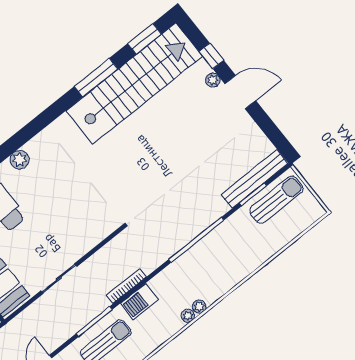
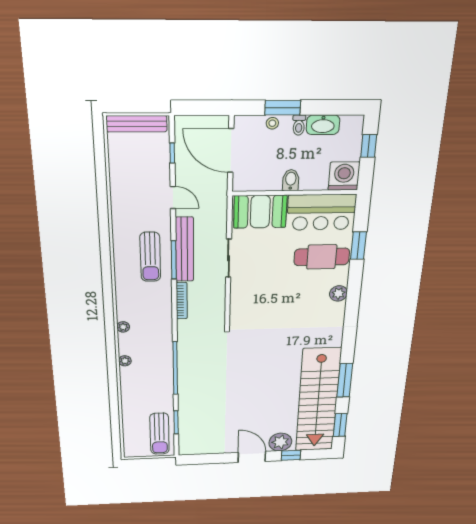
plant: (213, 80) -> (280, 442), width x1.87, depth x1.87
door: (240, 92) -> (252, 457), swing flipped
bench: (255, 179) -> (185, 250), moved
barbecue: (139, 302) -> (162, 302), removed
plant: (199, 306) -> (125, 361), moved

